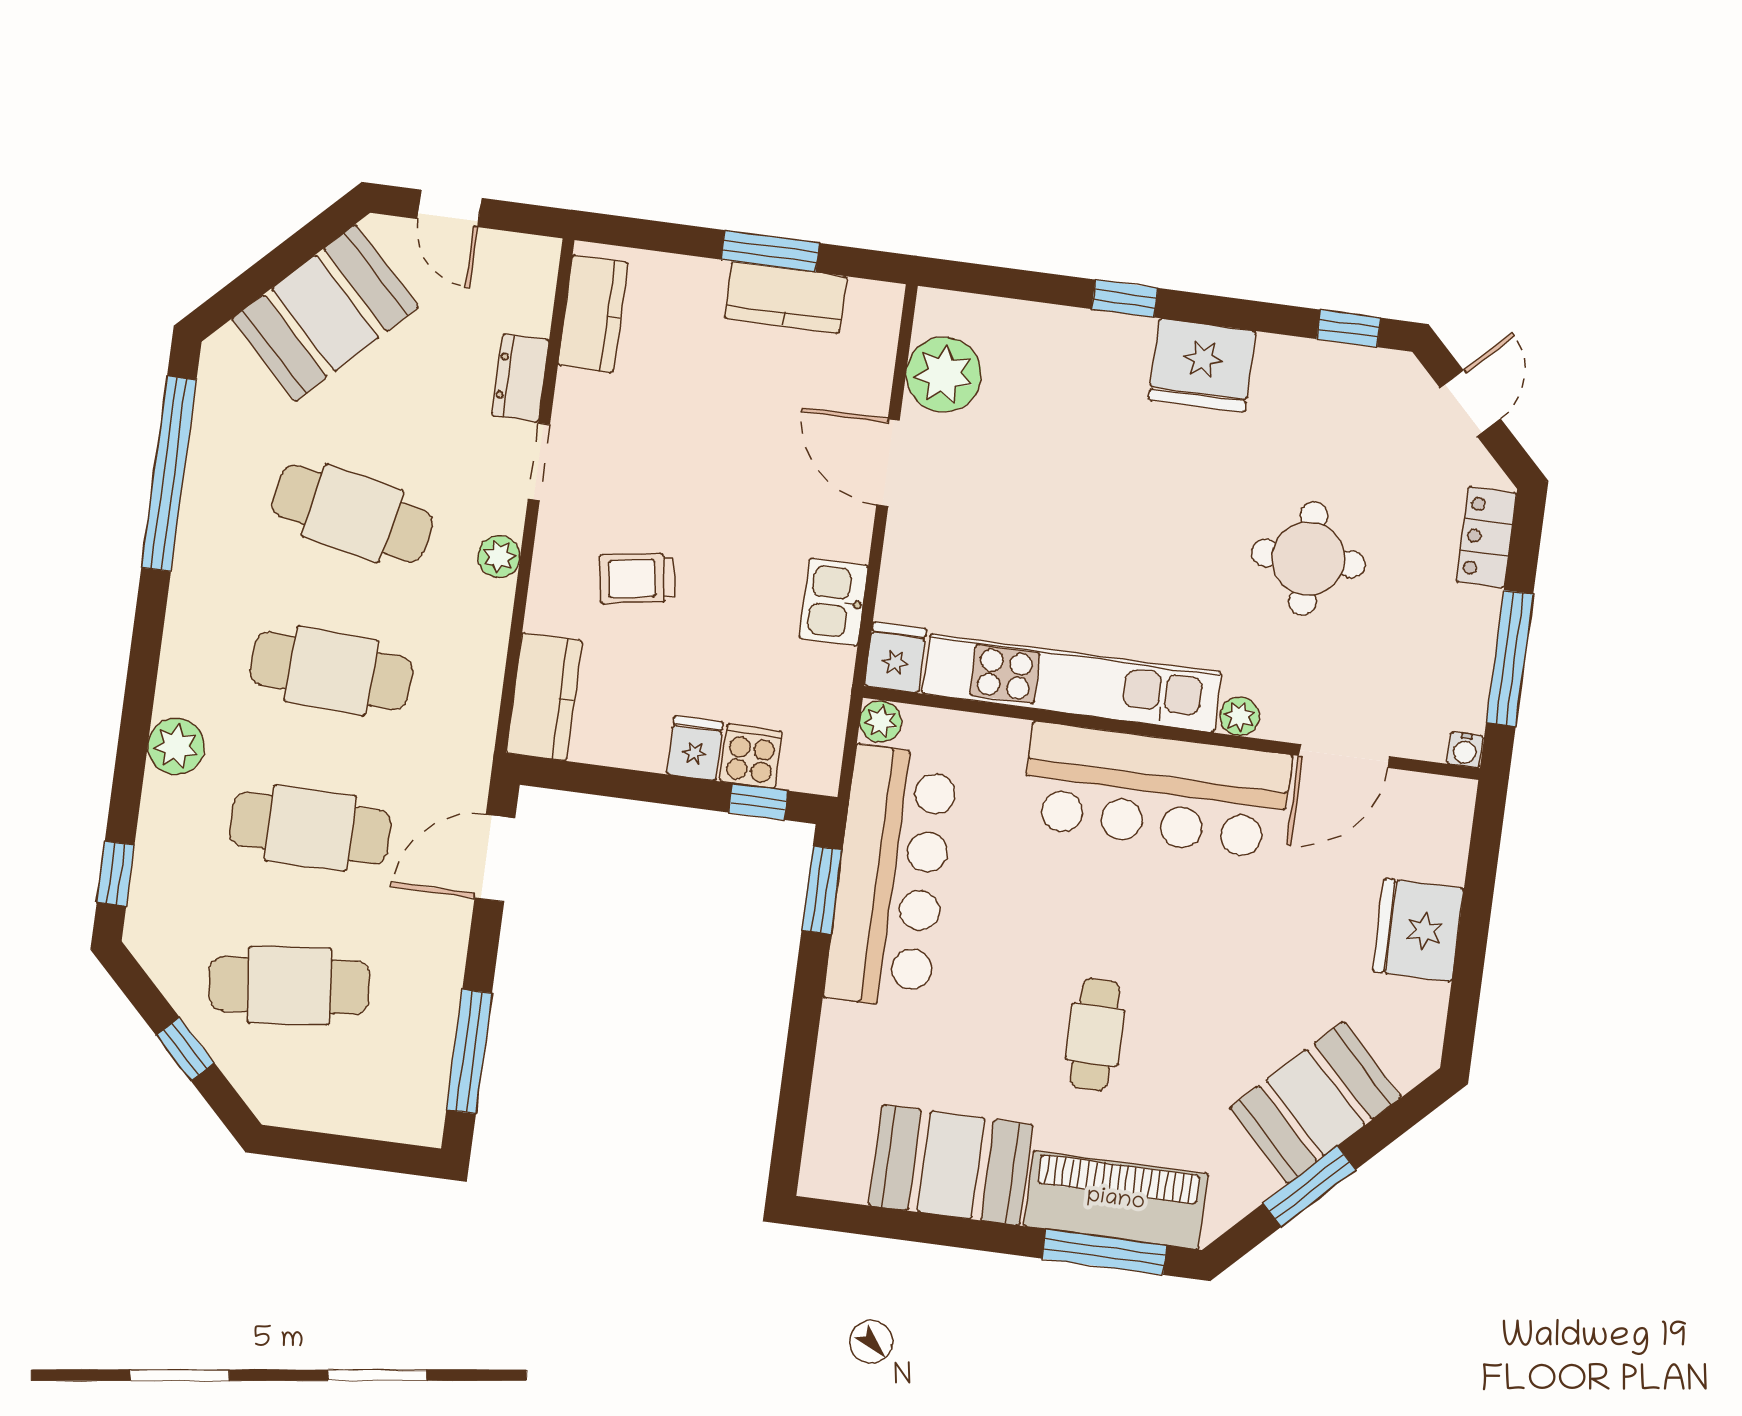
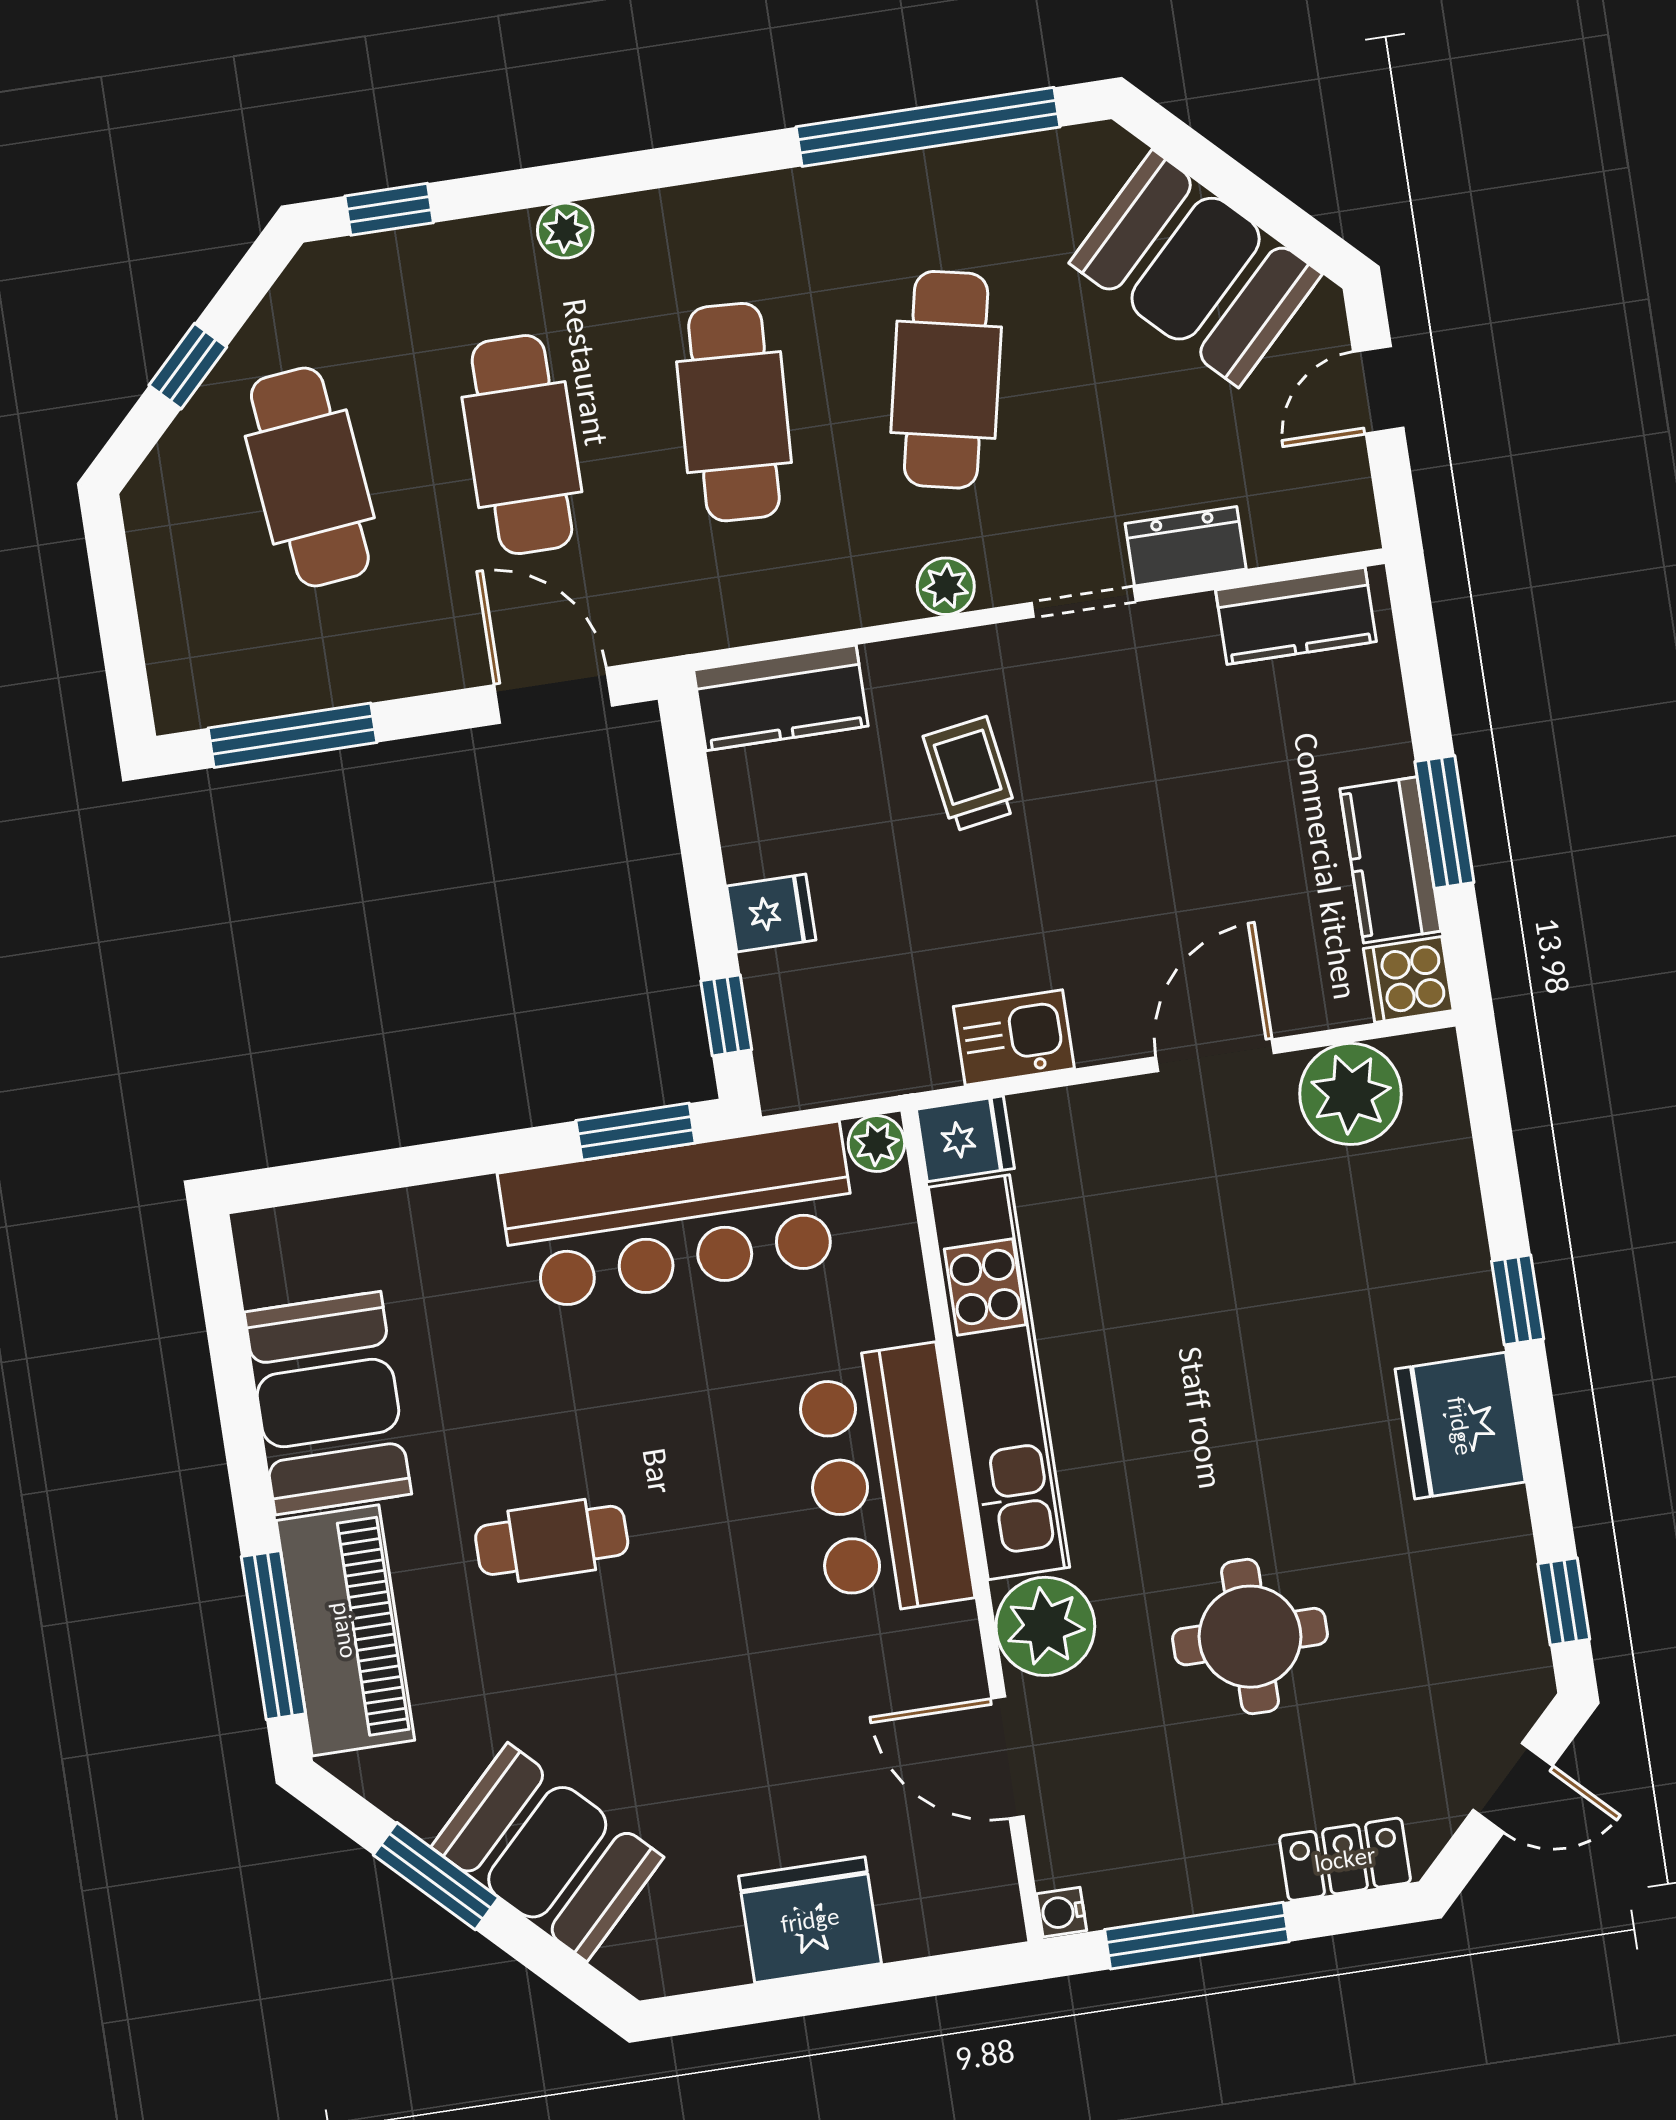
plant: (1239, 716) -> (1045, 1626), width x1.88, depth x1.88
plant: (176, 746) -> (565, 231), width x0.73, depth x0.73
cooker: (751, 756) -> (1408, 980), moved, turned 180
bar counter: (1156, 791) -> (884, 1481), width x0.73

